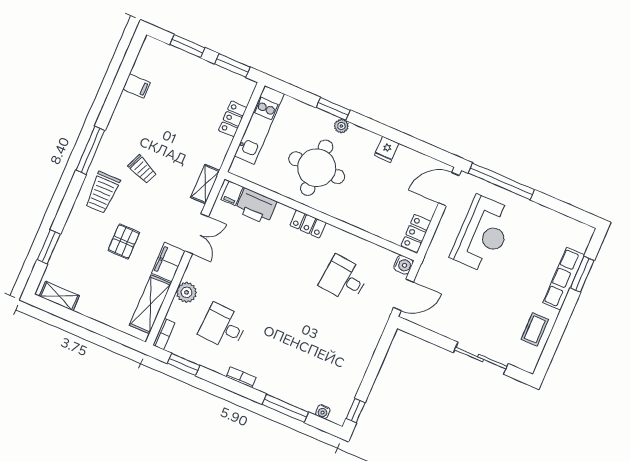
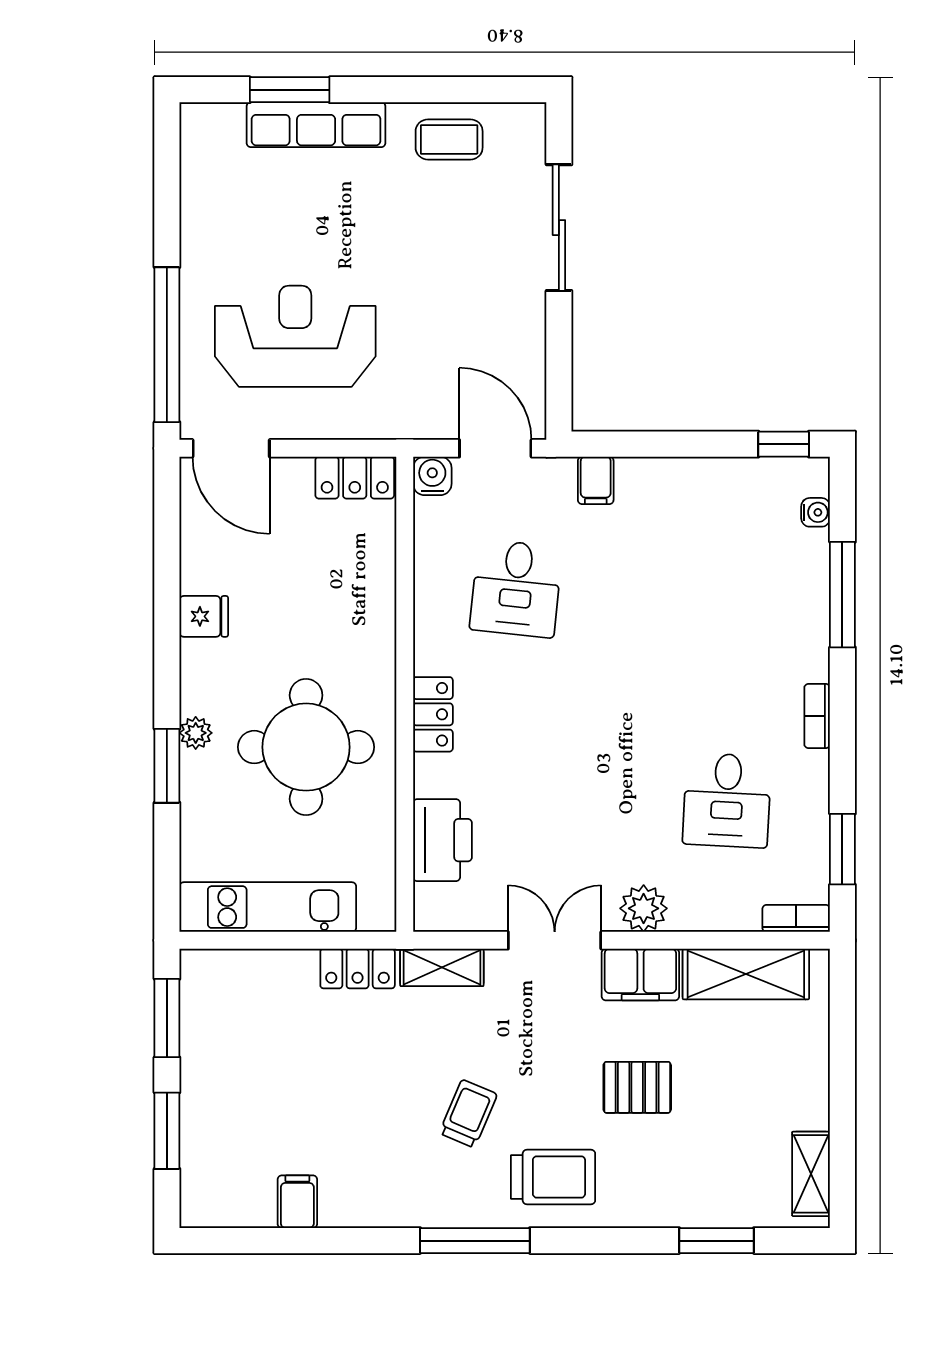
locker: (233, 119) -> (358, 969), moved
filing cabinet: (232, 193) -> (596, 480), moved, turned 90
plant: (187, 292) -> (644, 908), moved

